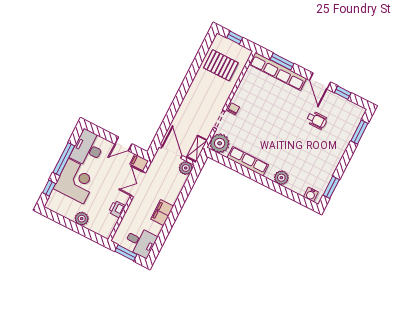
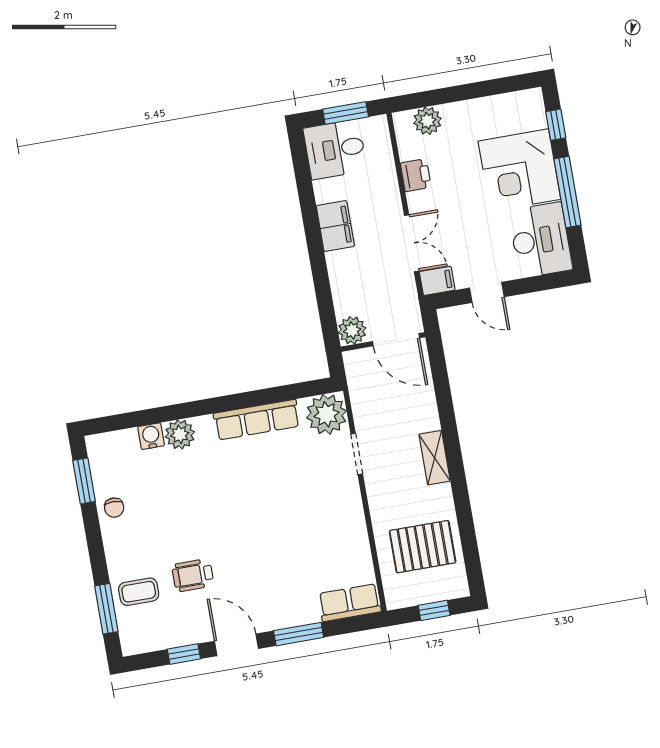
window: (282, 62) -> (299, 634), moved
row of seats: (278, 71) -> (350, 603), width x0.50
chair: (233, 109) -> (114, 508), moved
coffee table: (342, 129) -> (139, 592), added
door: (123, 144) -> (487, 292), swing flipped
shelving: (197, 149) -> (435, 458), moved
water cooler: (311, 194) -> (151, 436), moved
plant: (82, 219) -> (427, 121), moved

